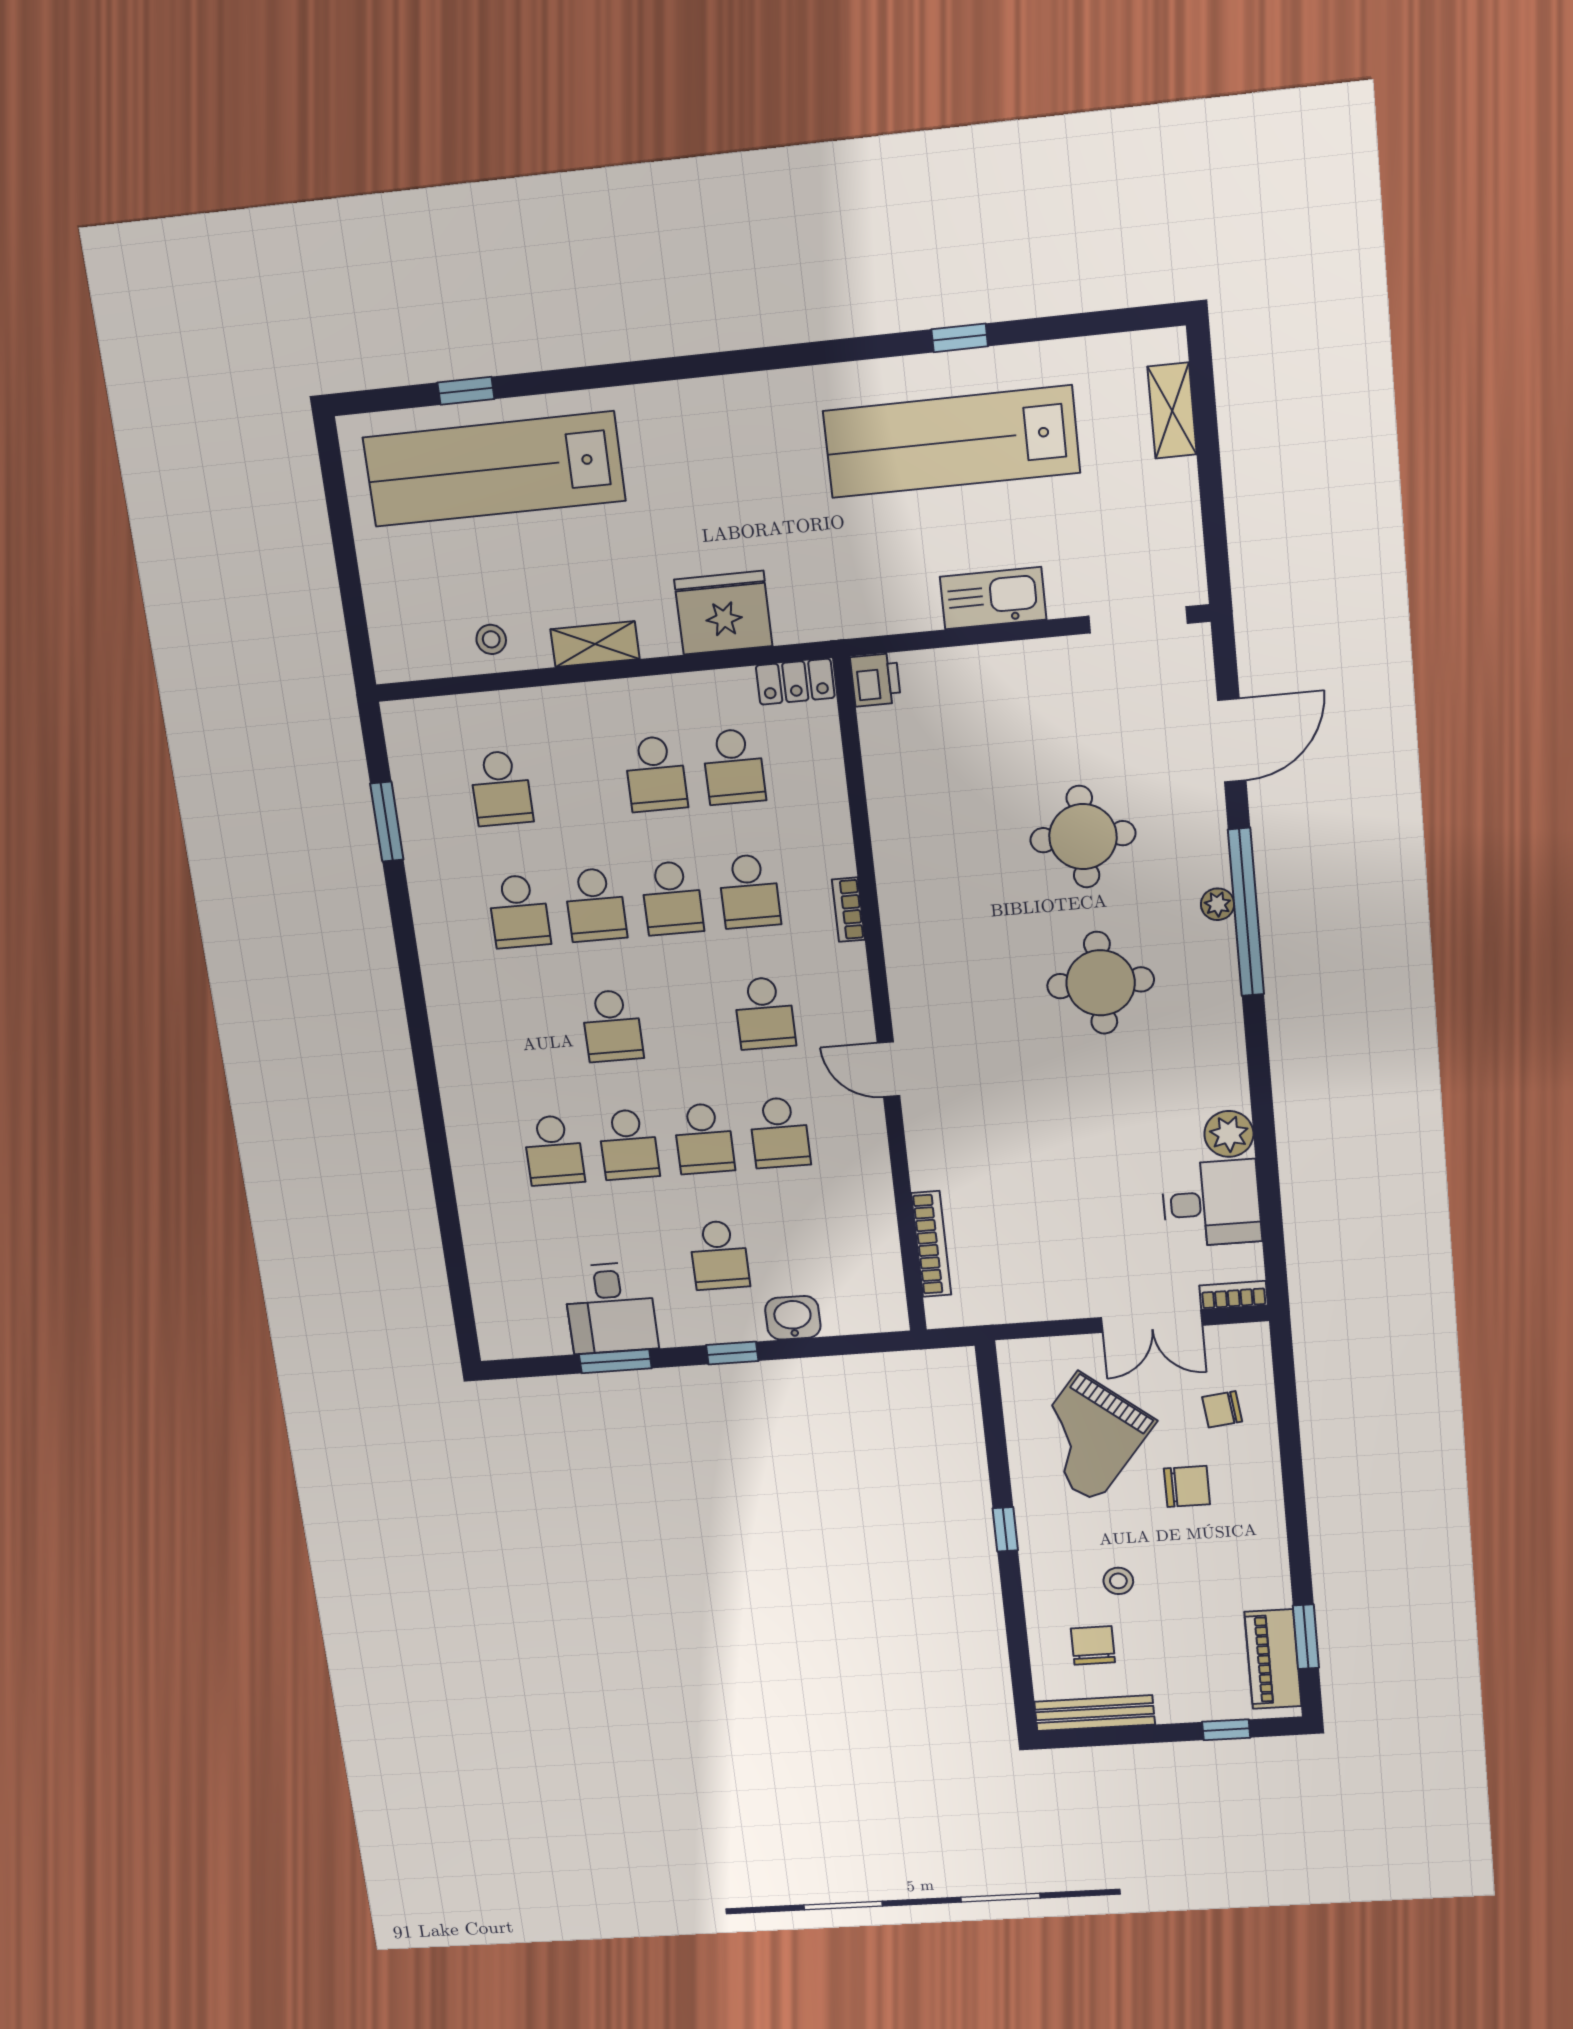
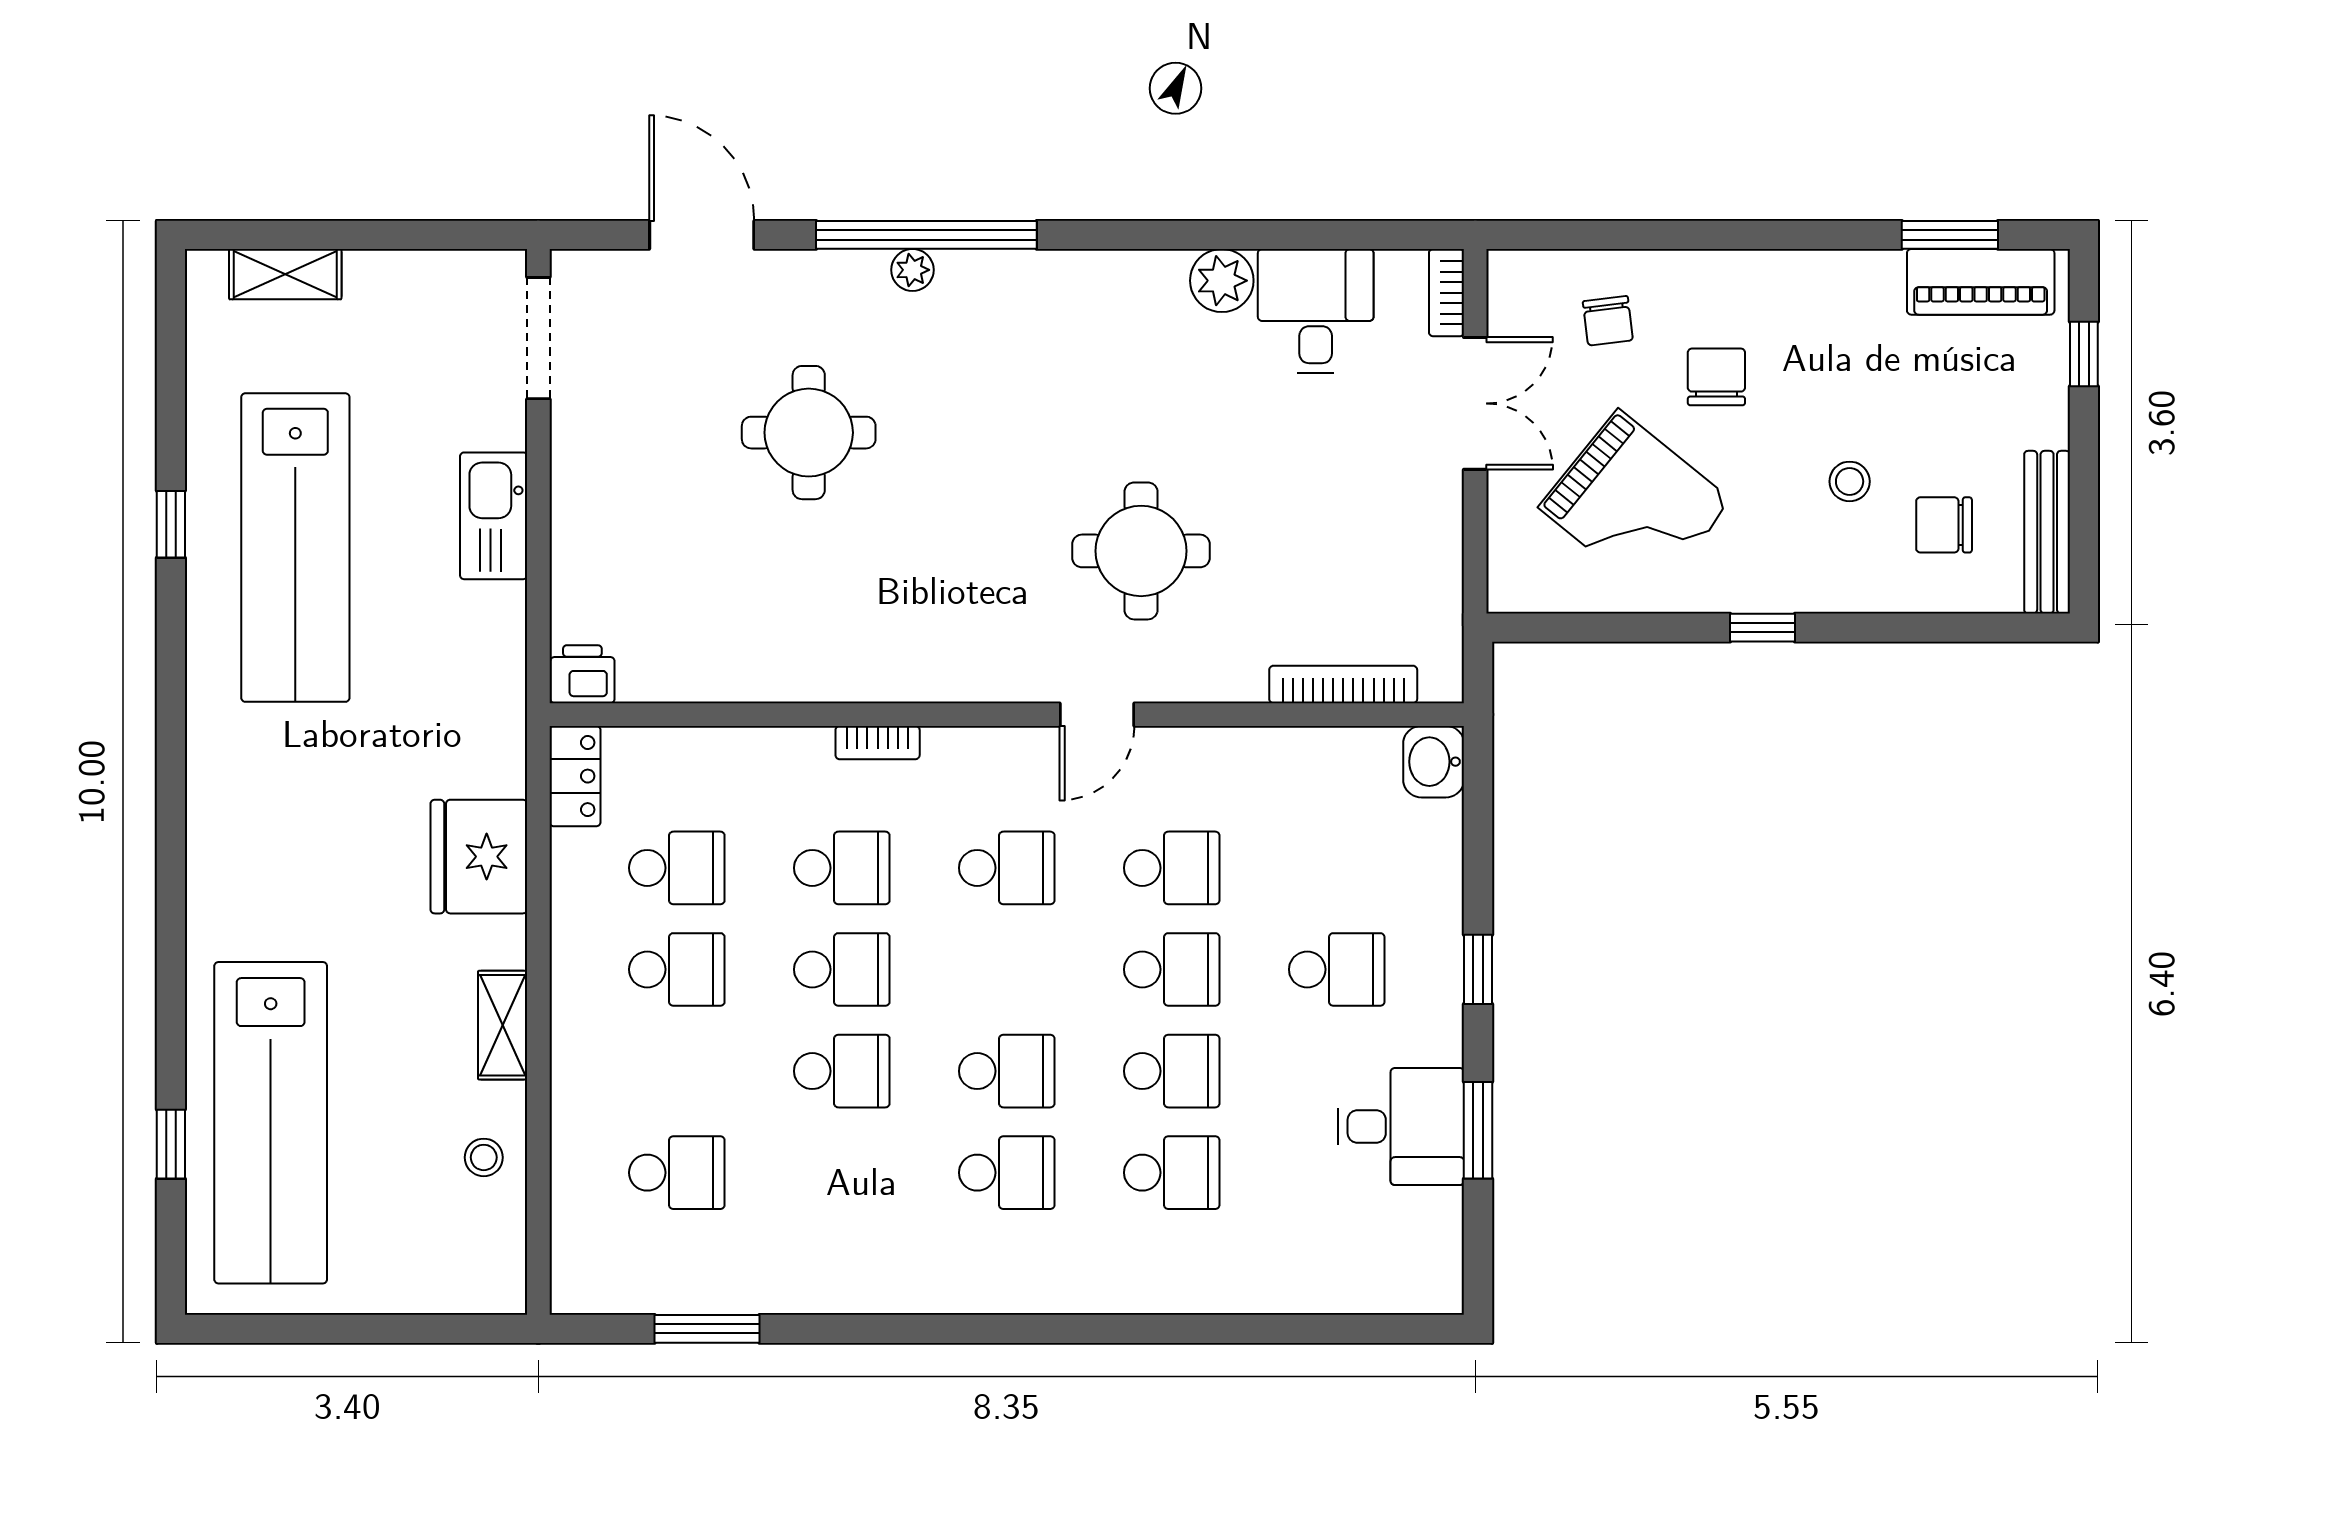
school desk: (519, 911) -> (1007, 1173), moved
round table: (1101, 983) -> (1141, 551), moved
washbasin: (793, 1318) -> (1434, 762), moved

